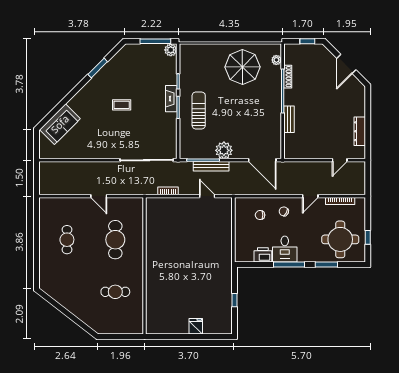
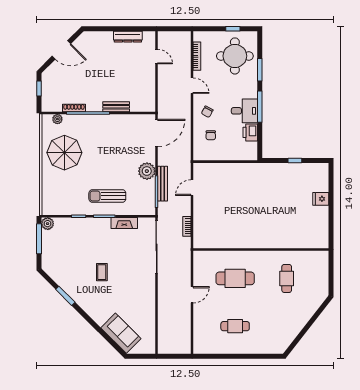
fireplace: (171, 99) -> (124, 223), moved

